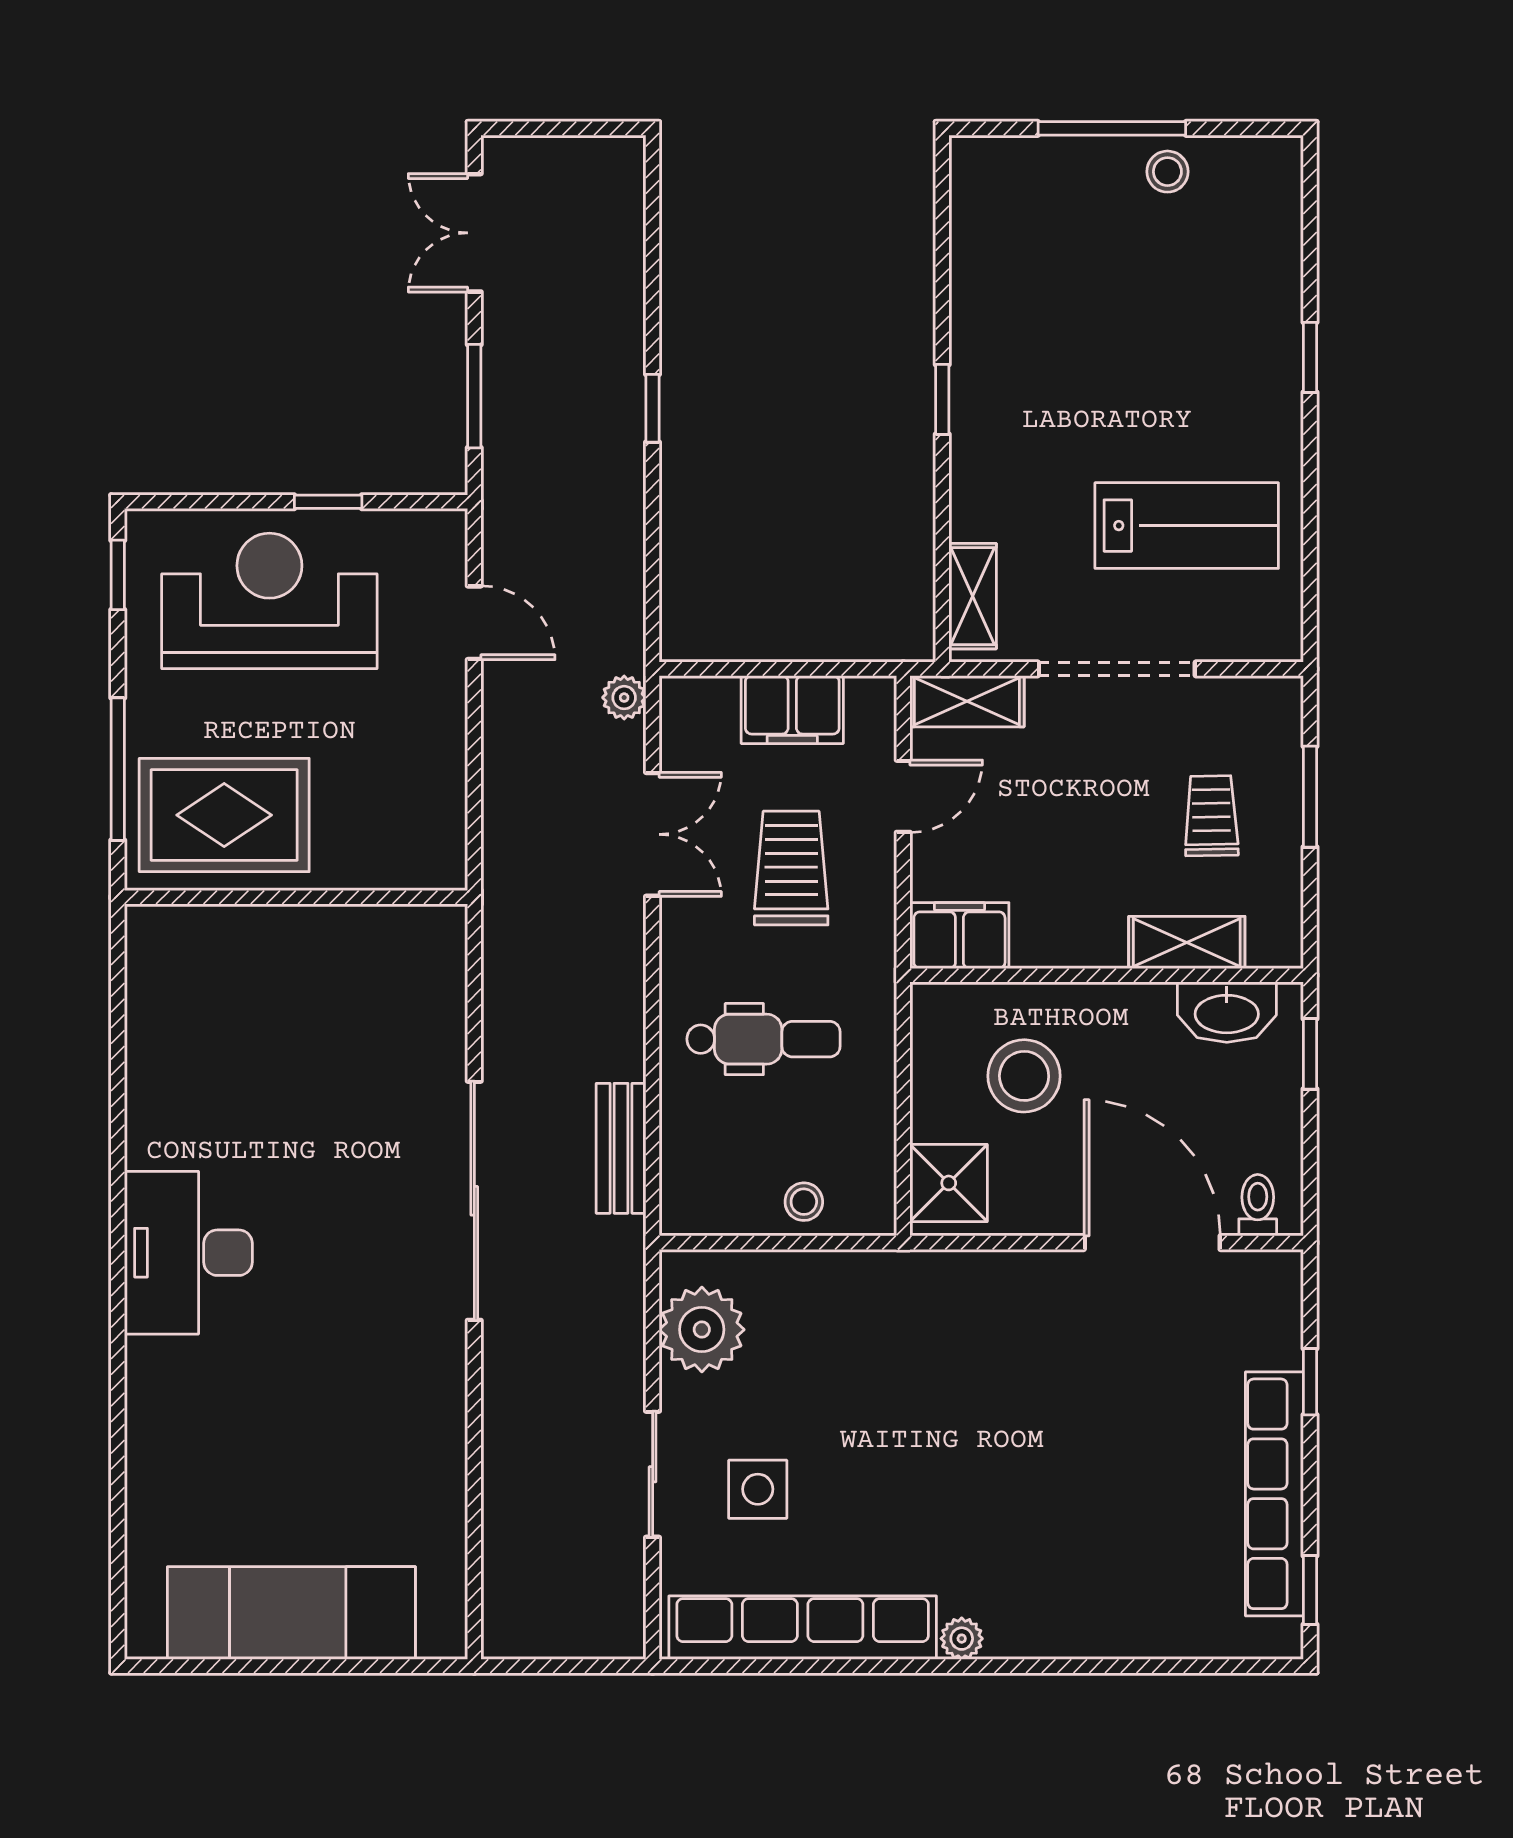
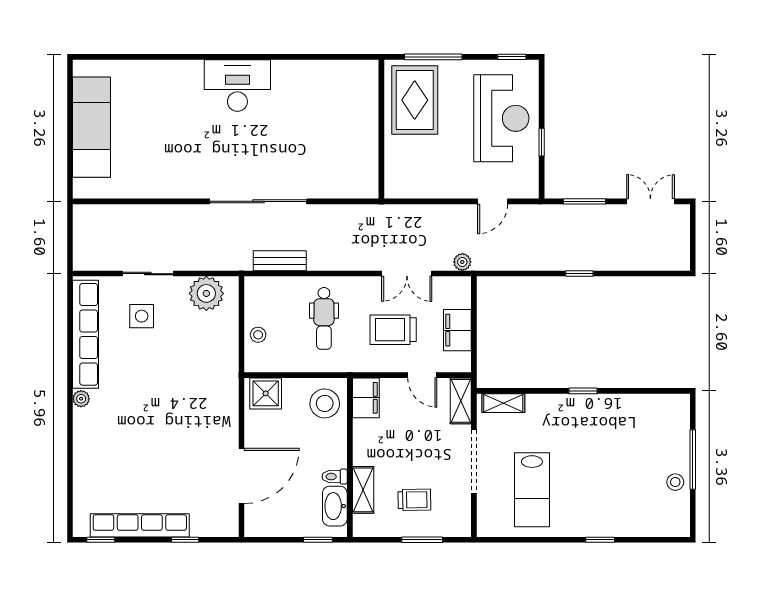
trolley: (791, 868) -> (393, 330), turned 180
stool: (1024, 1076) -> (325, 403), moved
toilet: (1258, 1205) -> (335, 477), moved, turned 180

